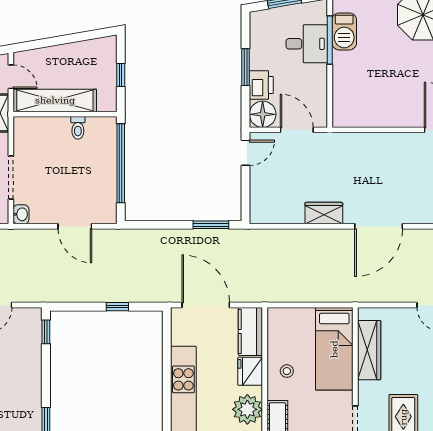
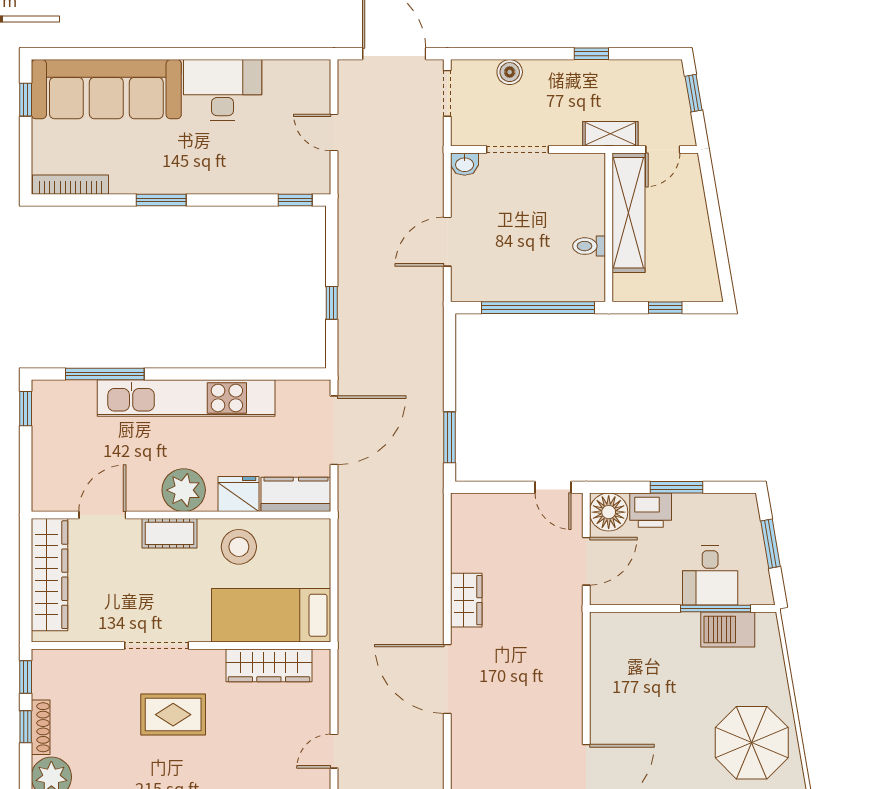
stool: (287, 371) -> (239, 547), width x1.89, depth x1.89

